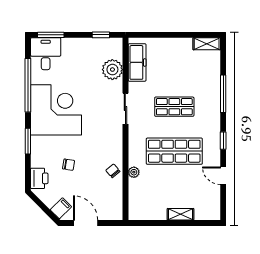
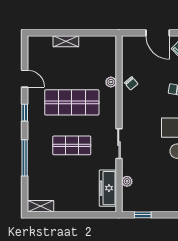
plant: (112, 70) -> (127, 181), width x0.53, depth x0.53

